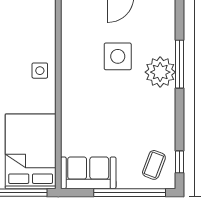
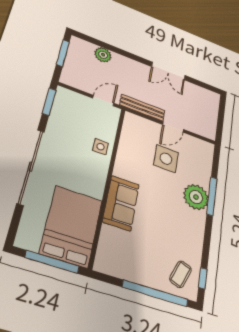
side table: (118, 56) -> (166, 159), moved
side table: (40, 71) -> (101, 147), moved
sofa: (88, 173) -> (121, 203), moved, turned 90

